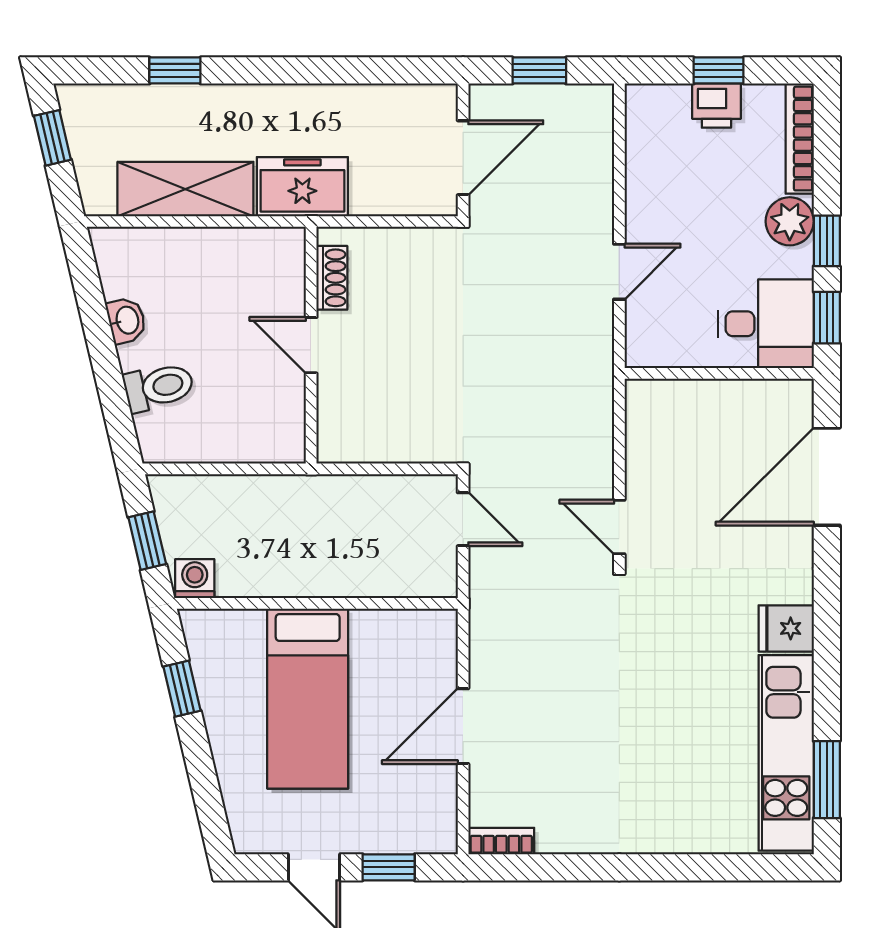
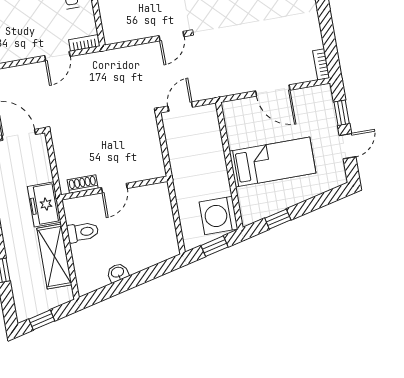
door: (619, 272) -> (57, 56), swing flipped
bookcase: (638, 335) -> (84, 43), added
toilet: (159, 387) -> (83, 232), moved, turned 103
washing machine: (195, 579) -> (219, 216), width x1.89, depth x1.89

